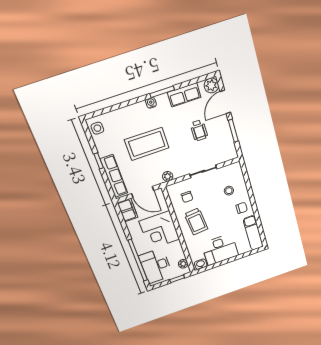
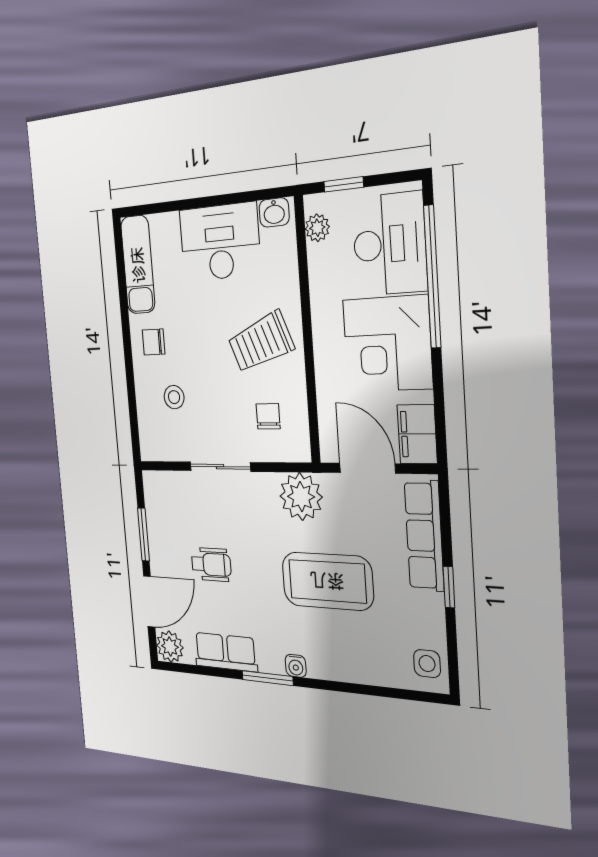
wheelchair: (199, 130) -> (211, 564), turned 90
plant: (168, 176) -> (301, 497), width x1.88, depth x1.88
trolley: (196, 222) -> (261, 342), turned -106
corner desk: (159, 230) -> (387, 344), moved, turned 180

